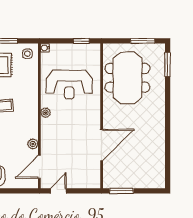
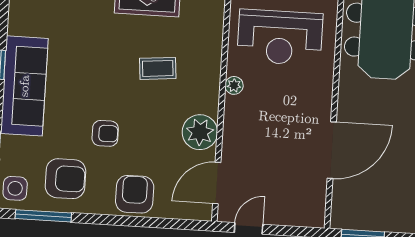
plant: (33, 144) -> (200, 132), width x1.87, depth x1.87

